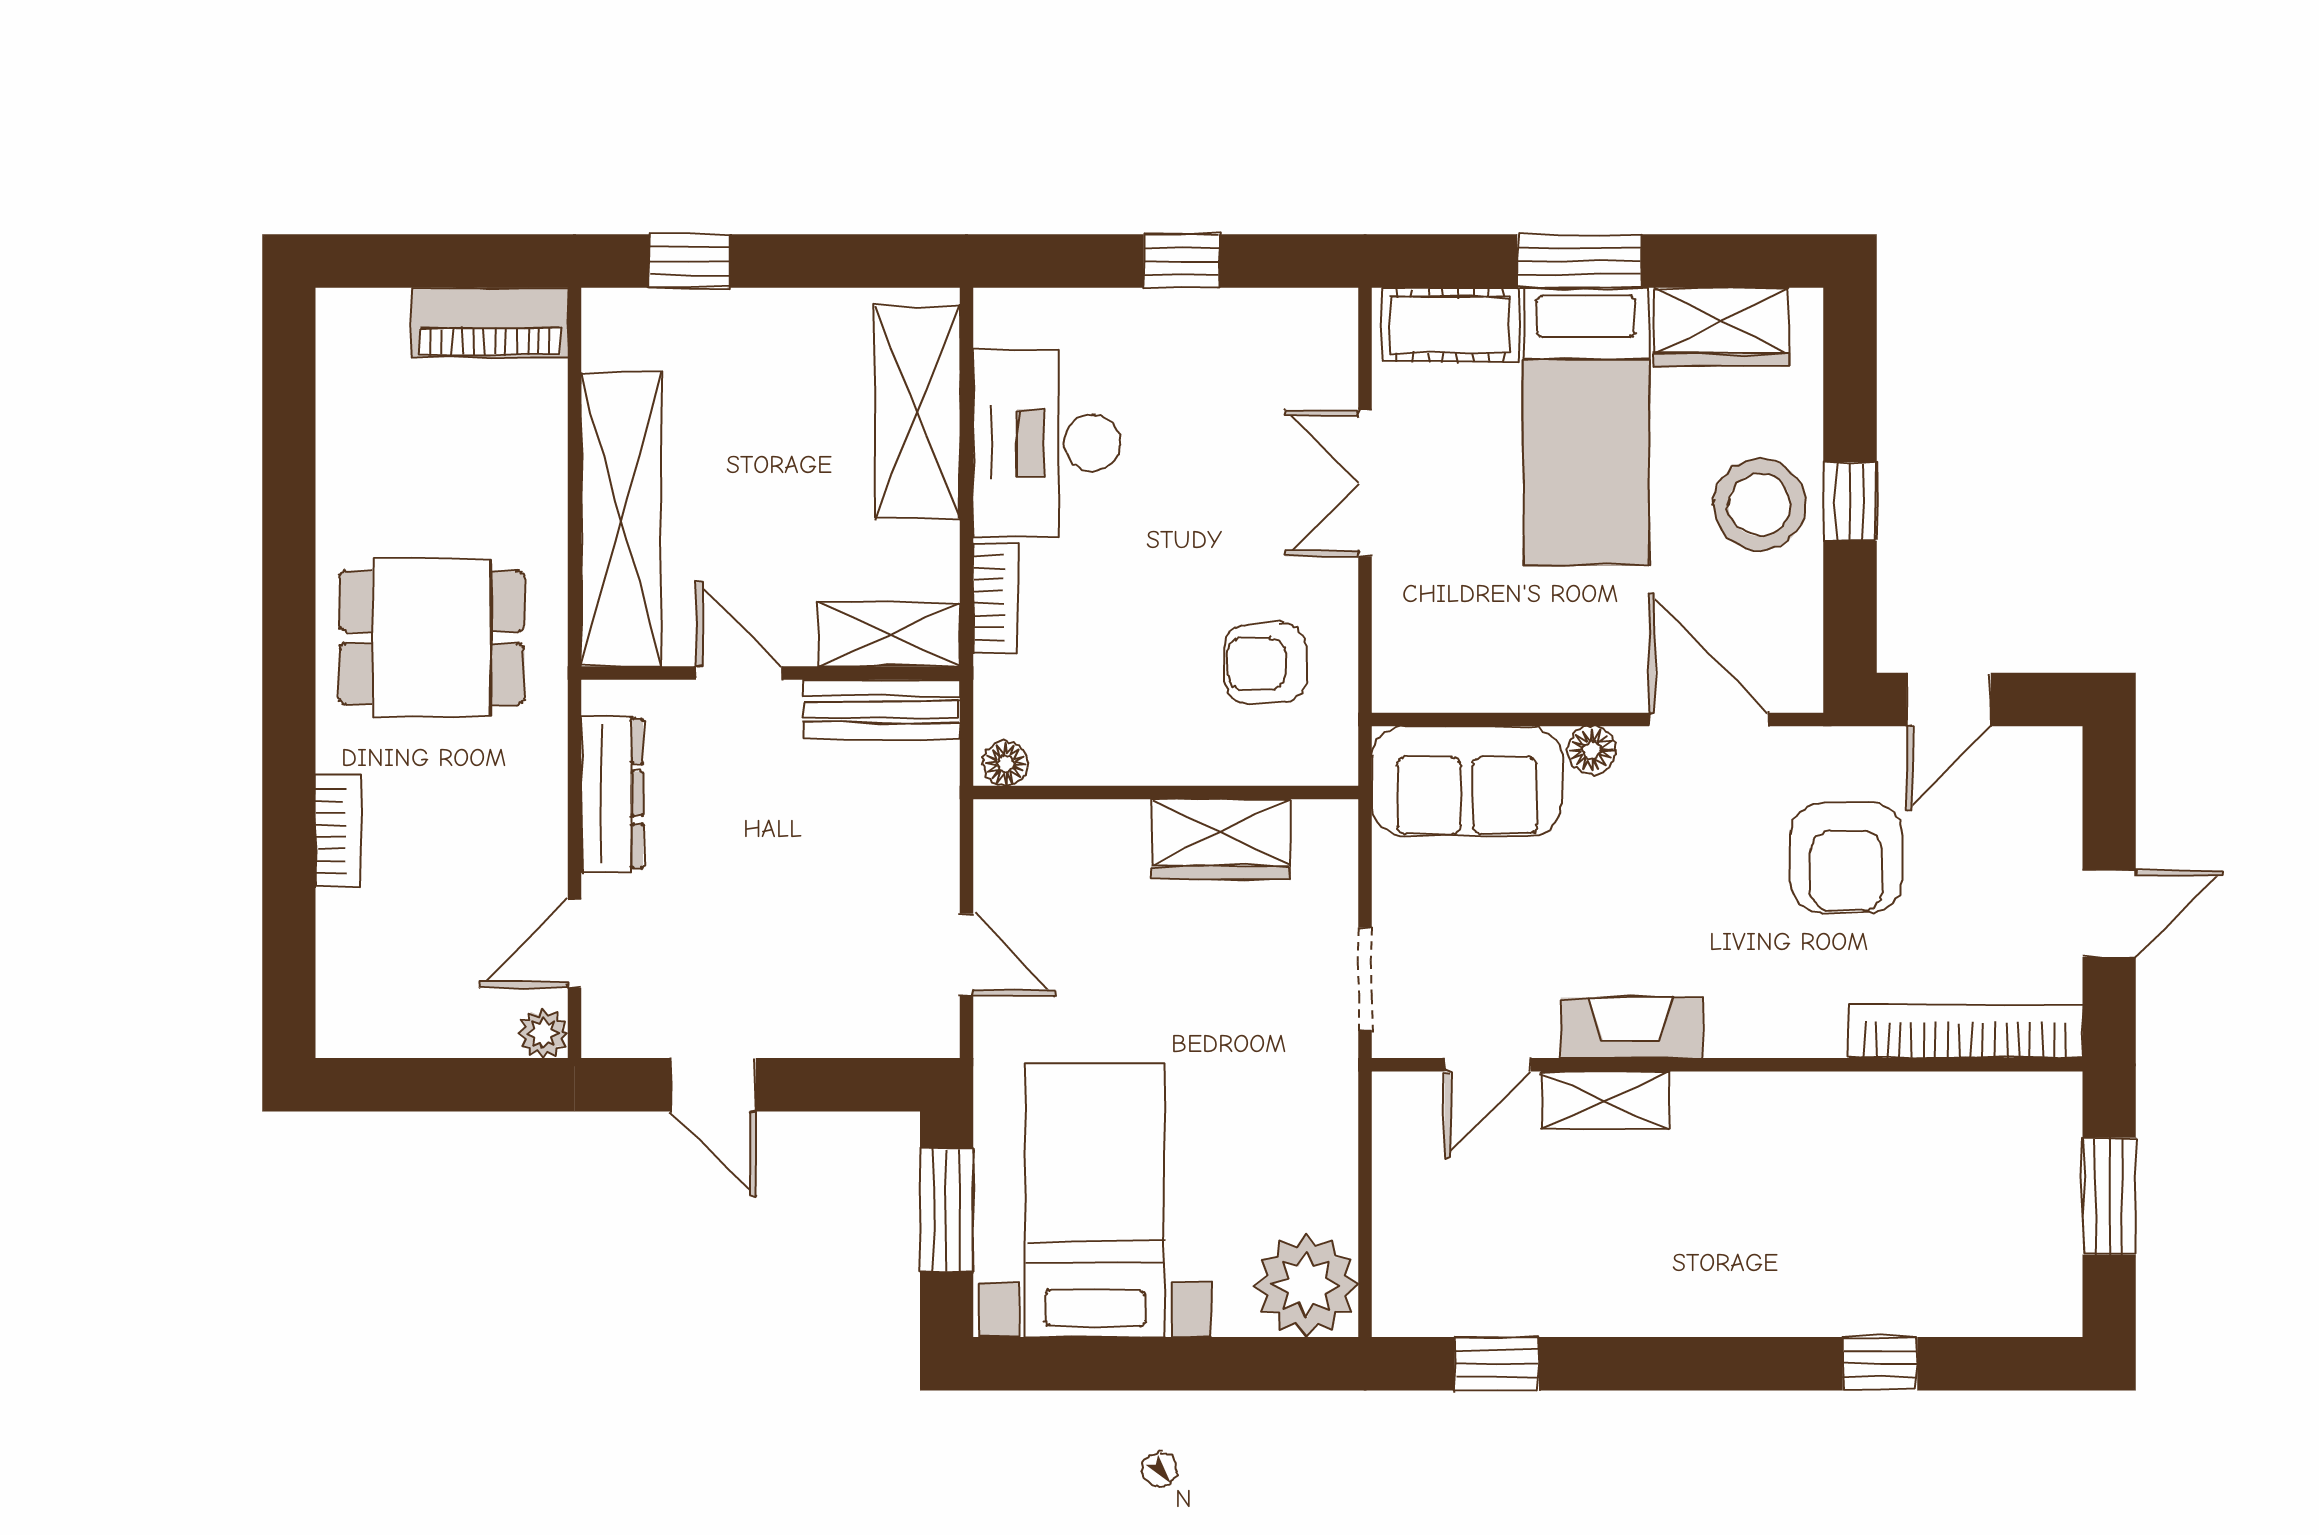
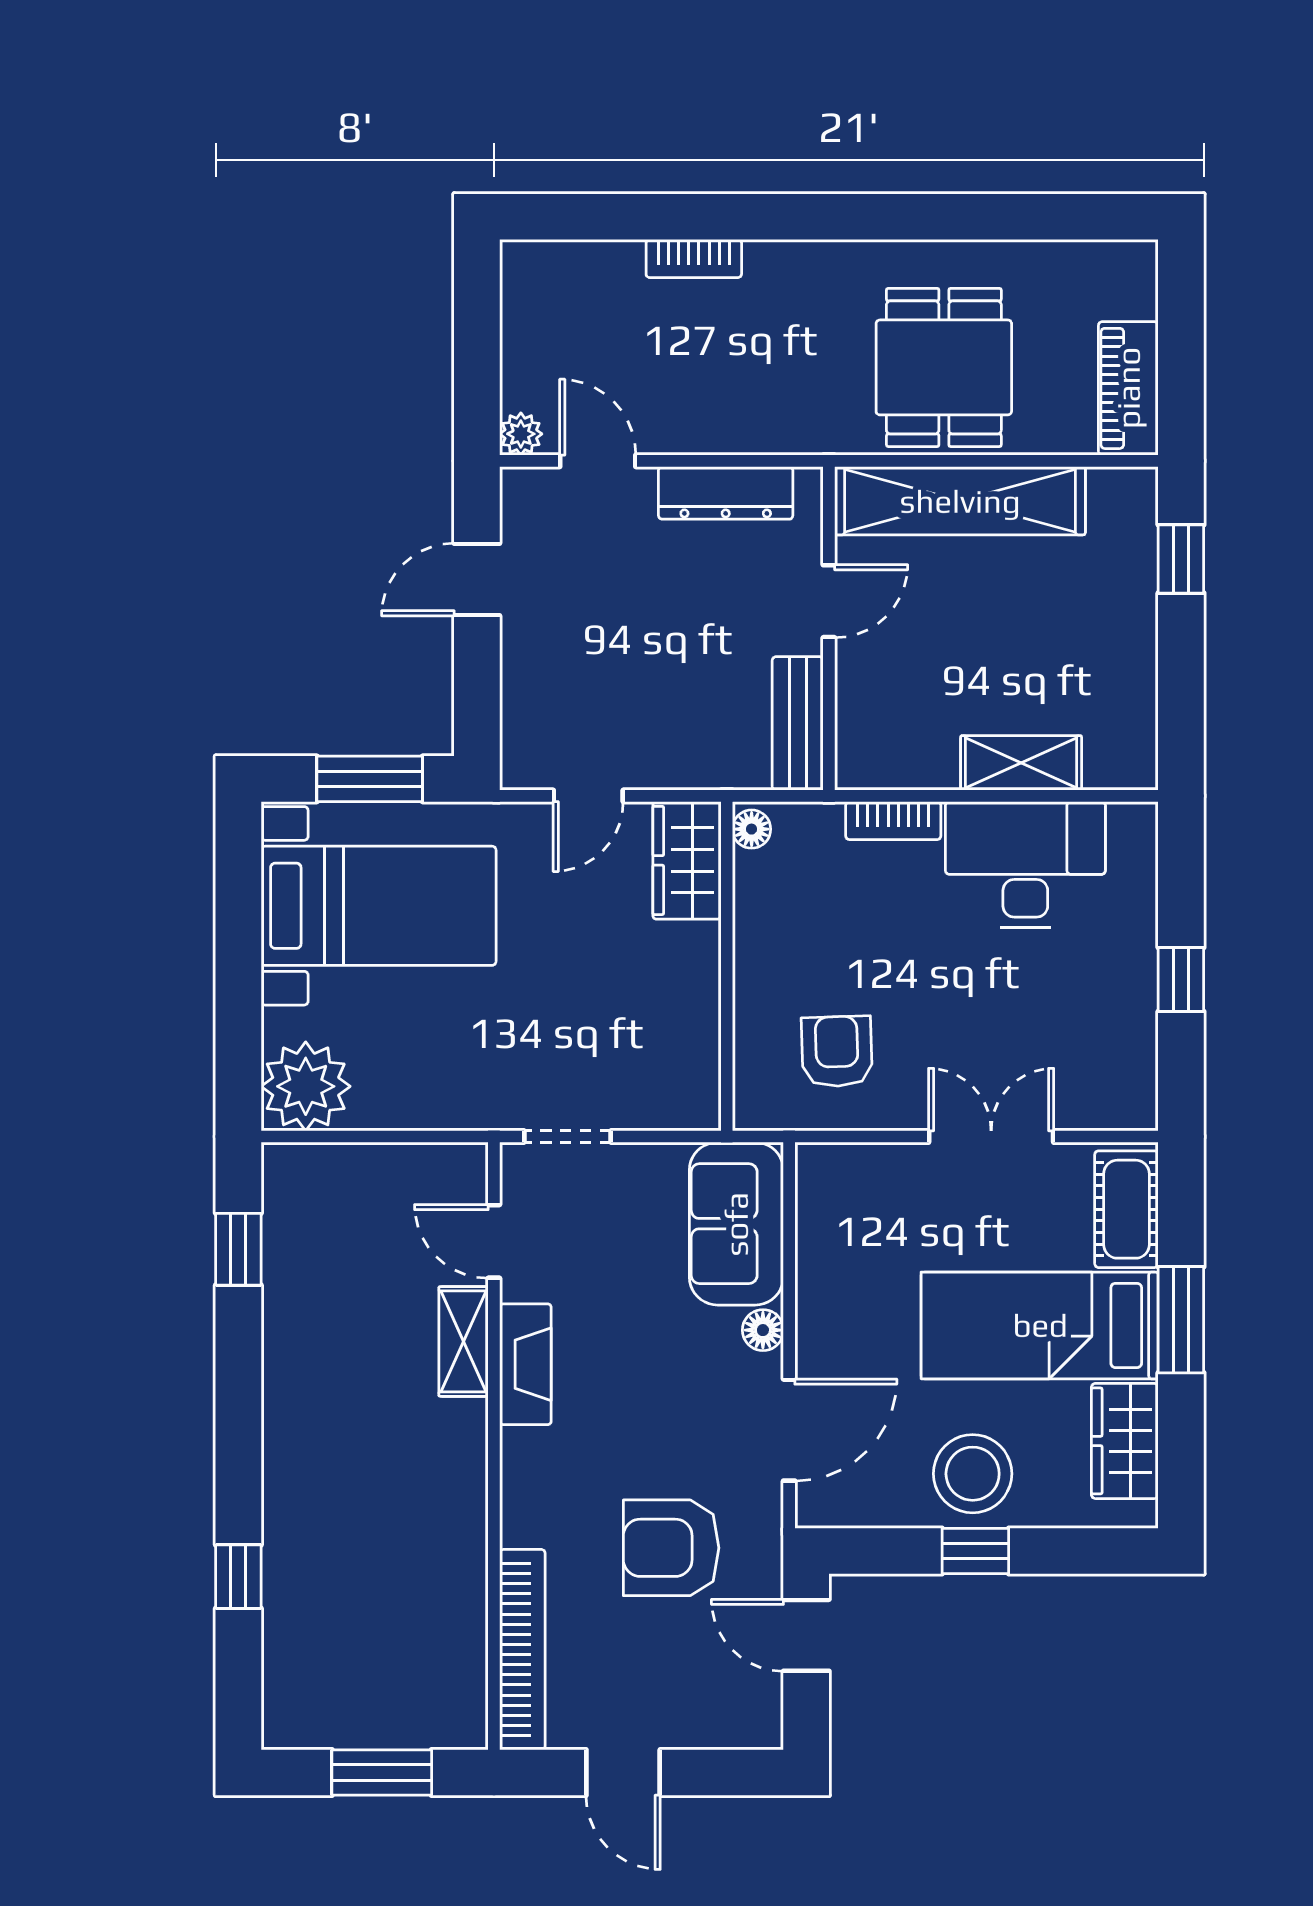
shelving: (917, 413) -> (1021, 763), width x0.67, depth x0.75
shelving: (889, 634) -> (862, 729), removed
dining table: (432, 638) -> (944, 367), moved
wardrobe: (1221, 839) -> (687, 860), moved

